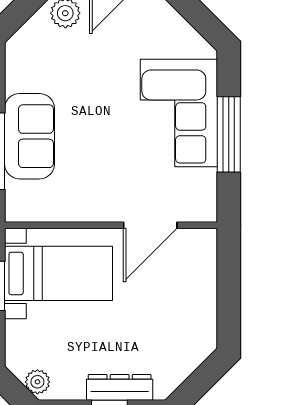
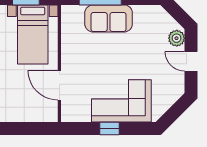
window: (229, 134) -> (110, 129), width x0.46

